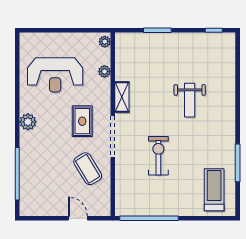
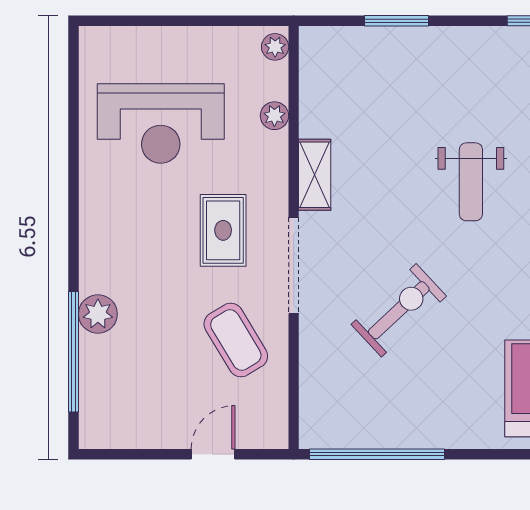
plant: (28, 122) -> (98, 314), moved
exercise bike: (158, 156) -> (399, 310), turned 47
door: (78, 218) -> (213, 454), hinge flipped

